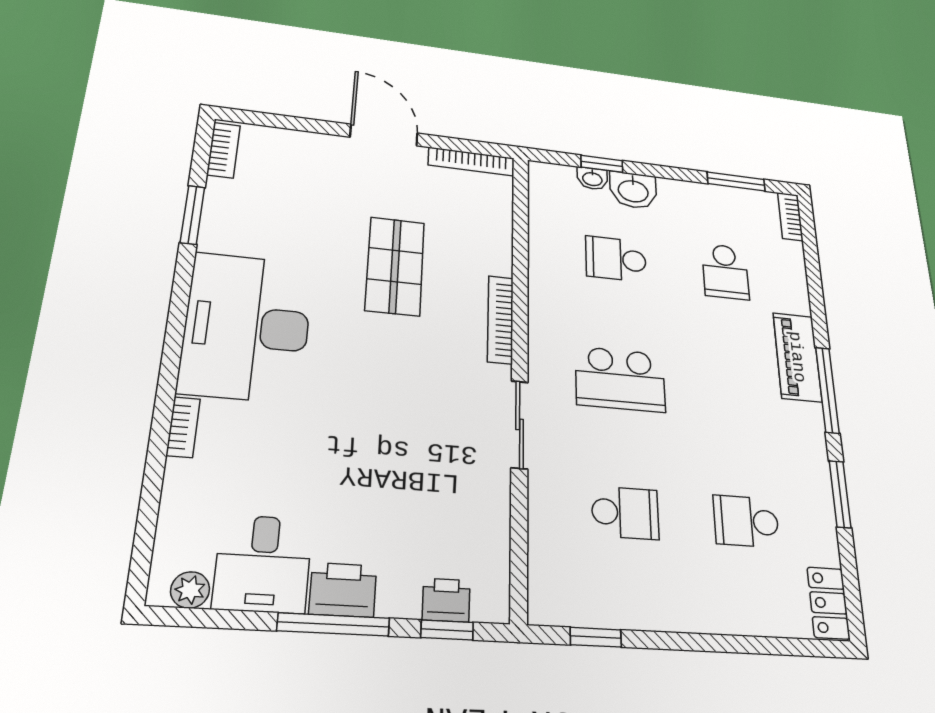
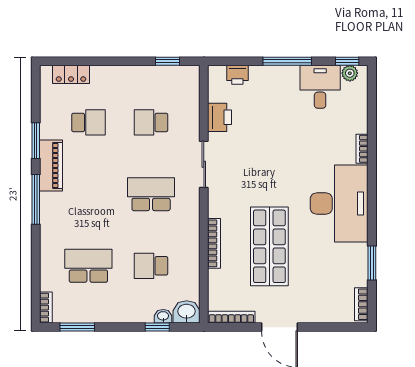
washbasin: (633, 190) -> (187, 312), moved
school desk: (616, 259) -> (151, 266), turned 180
shop shelf: (395, 266) -> (269, 246), width x1.43, depth x1.36
school desk: (725, 272) -> (88, 266), width x1.85
bookcase: (500, 319) -> (214, 243), moved
piano: (797, 357) -> (51, 166), moved
printer: (343, 590) -> (219, 117), moved, turned -90
locker: (828, 603) -> (71, 74), moved, turned 90
window: (447, 630) -> (347, 61), moved

